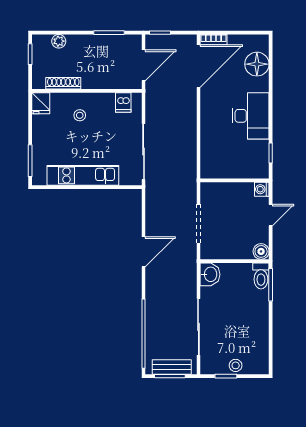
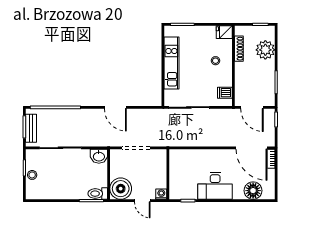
plant: (59, 41) -> (265, 50), width x1.88, depth x1.88
boiler: (261, 251) -> (121, 189), width x1.86, depth x1.86

